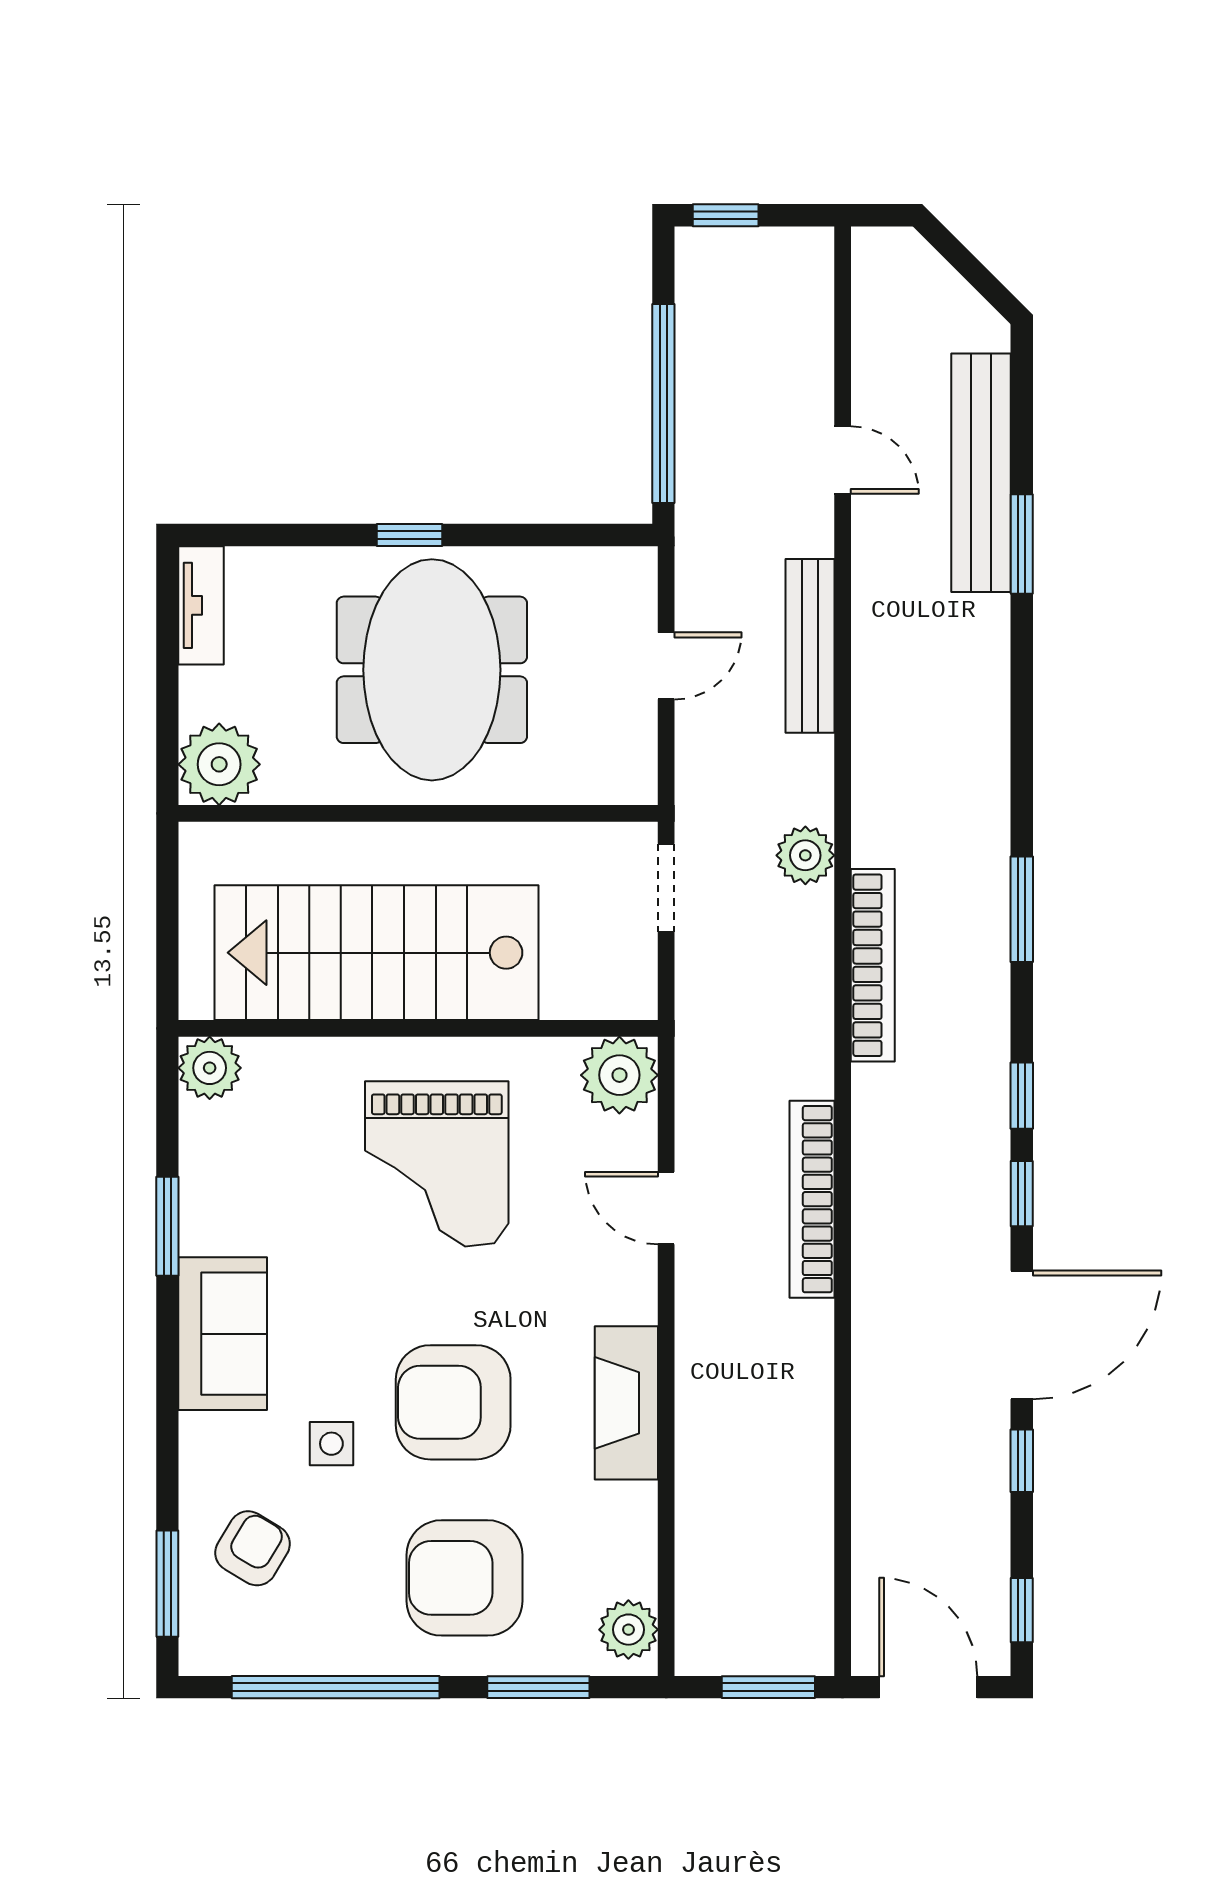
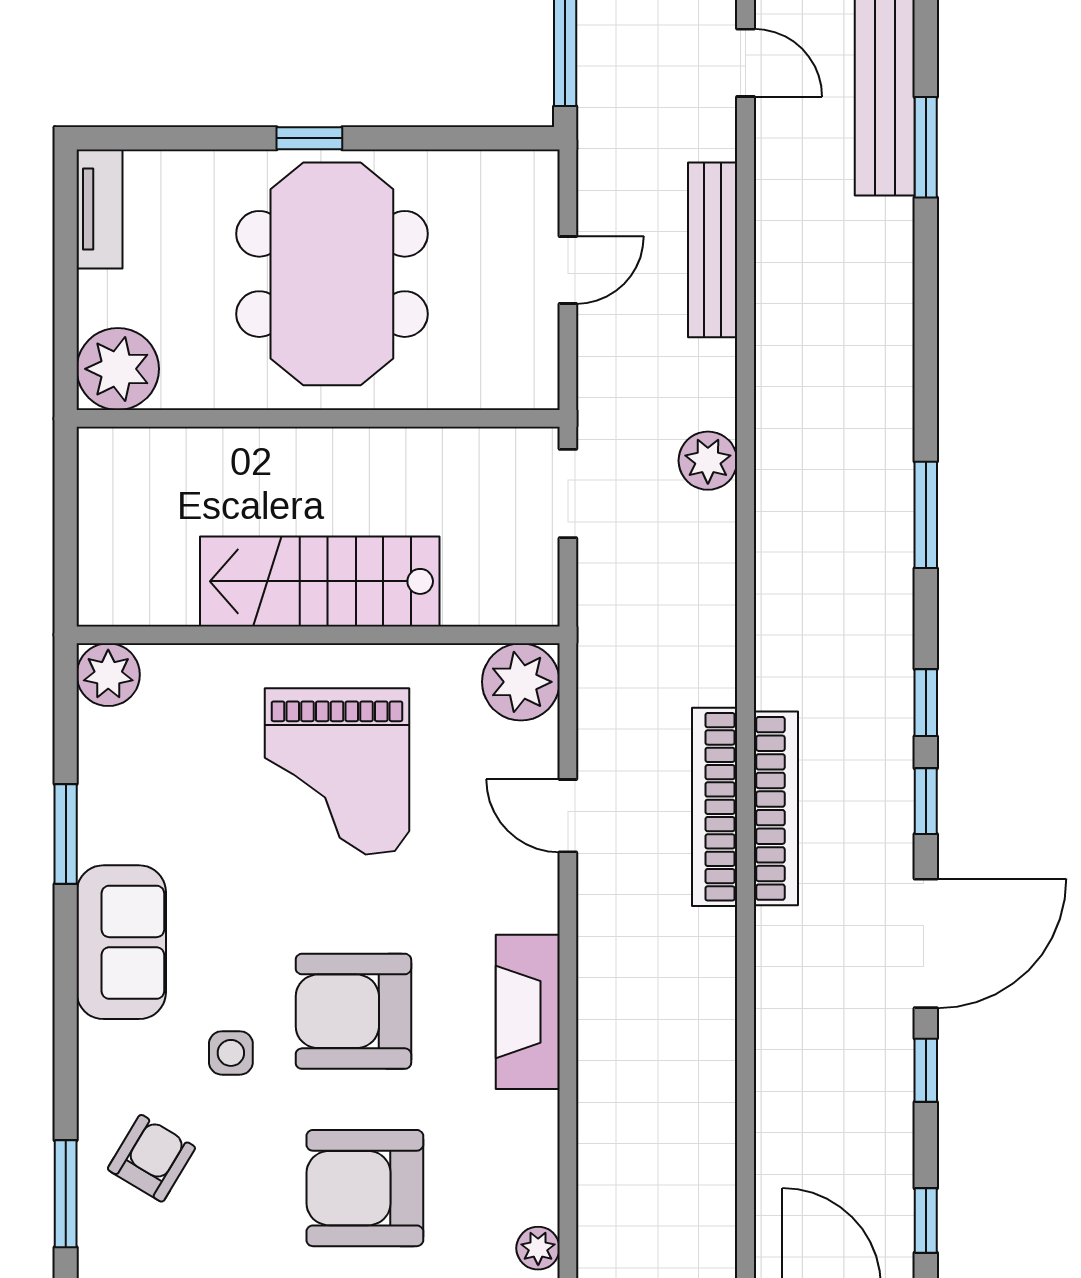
stairs: (377, 953) -> (320, 581), width x0.73, depth x0.66
bookcase: (873, 965) -> (776, 808), moved
plant: (628, 1630) -> (538, 1248), width x0.73, depth x0.73

